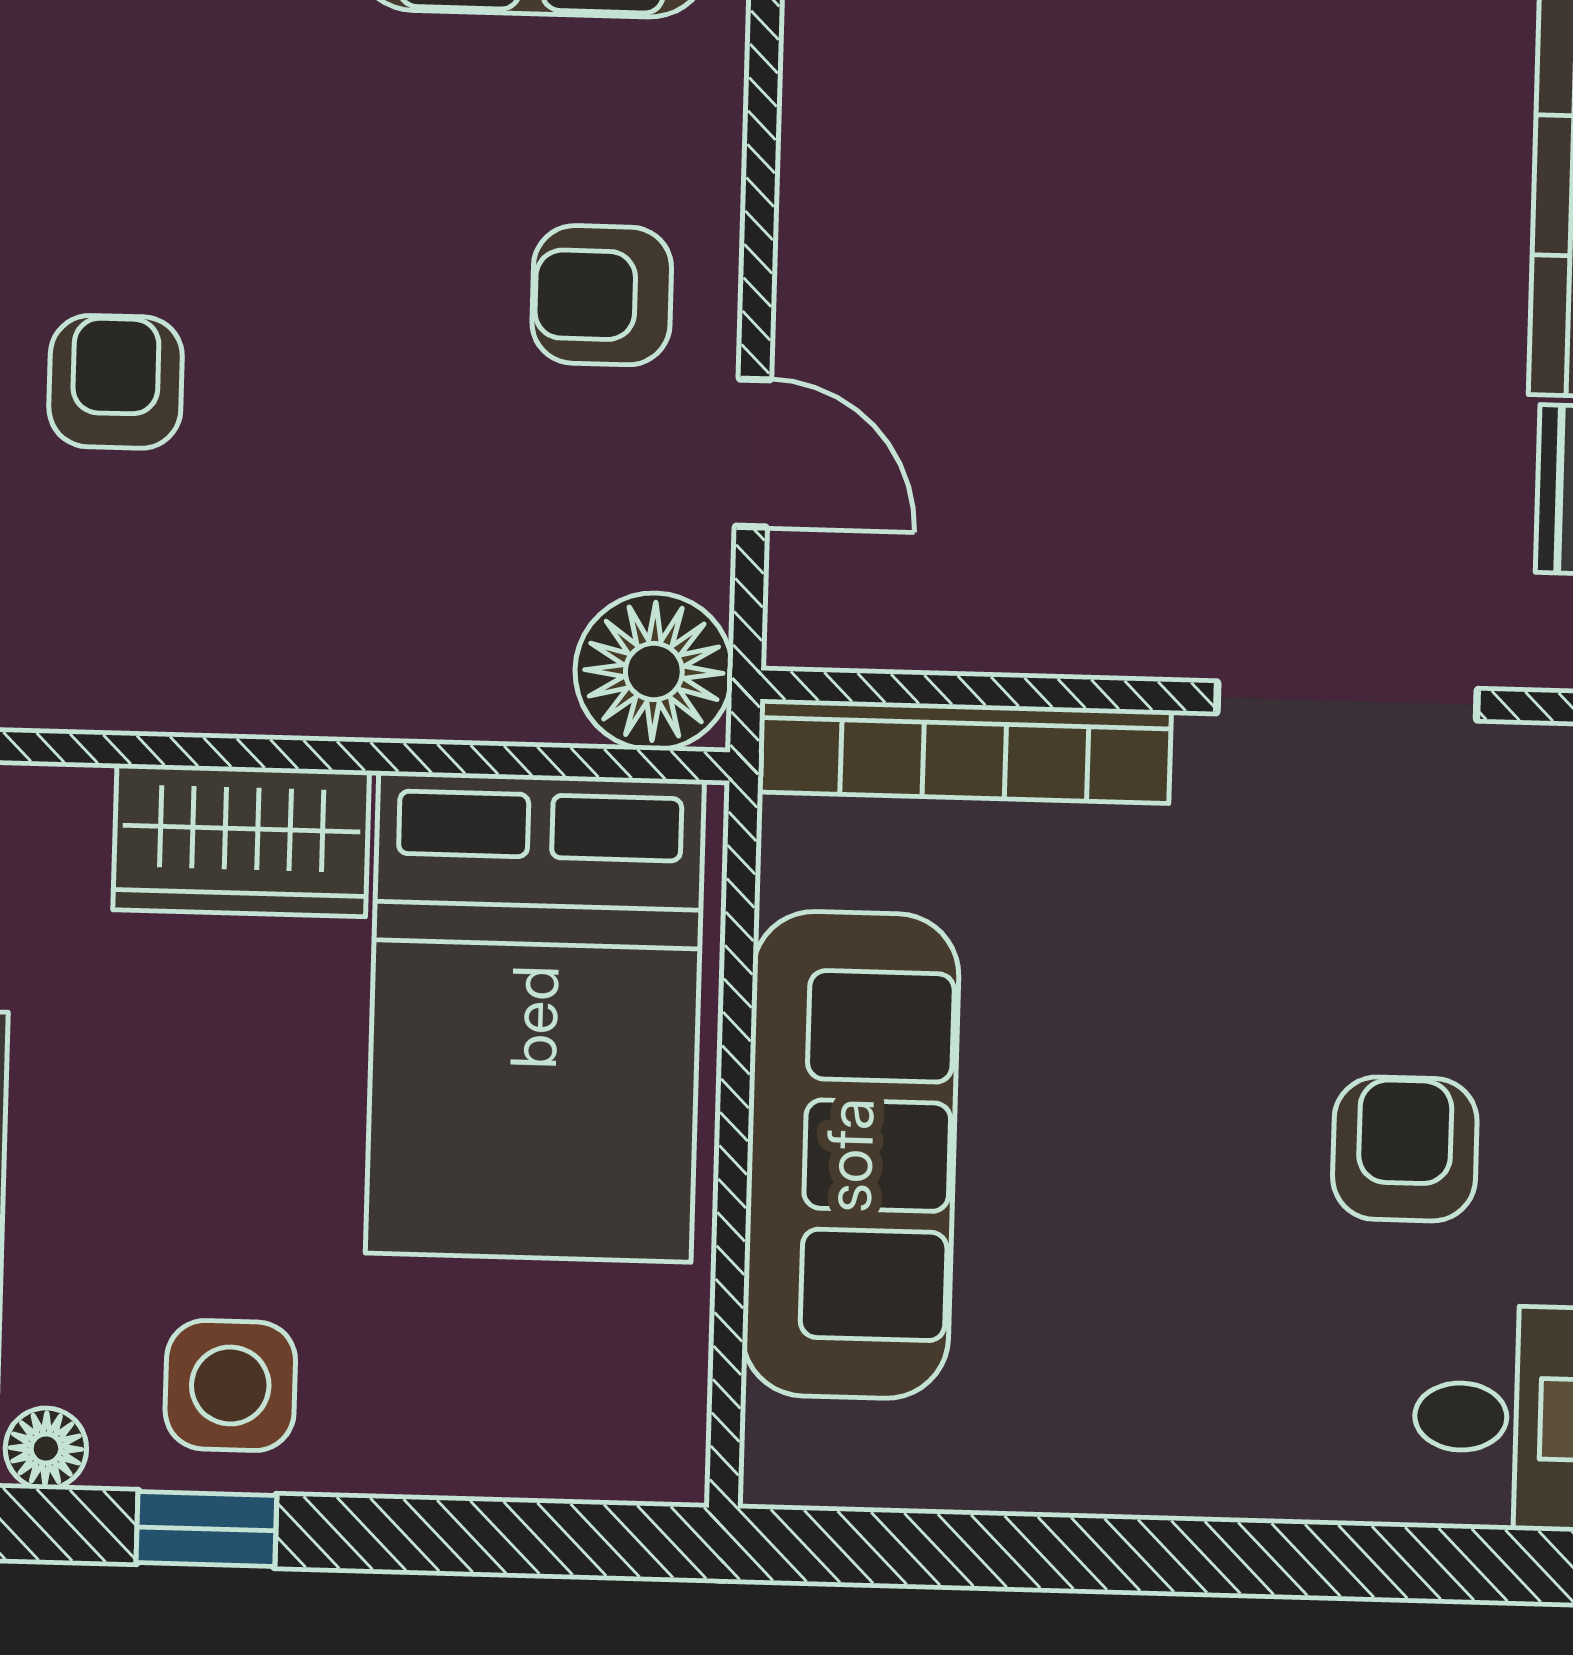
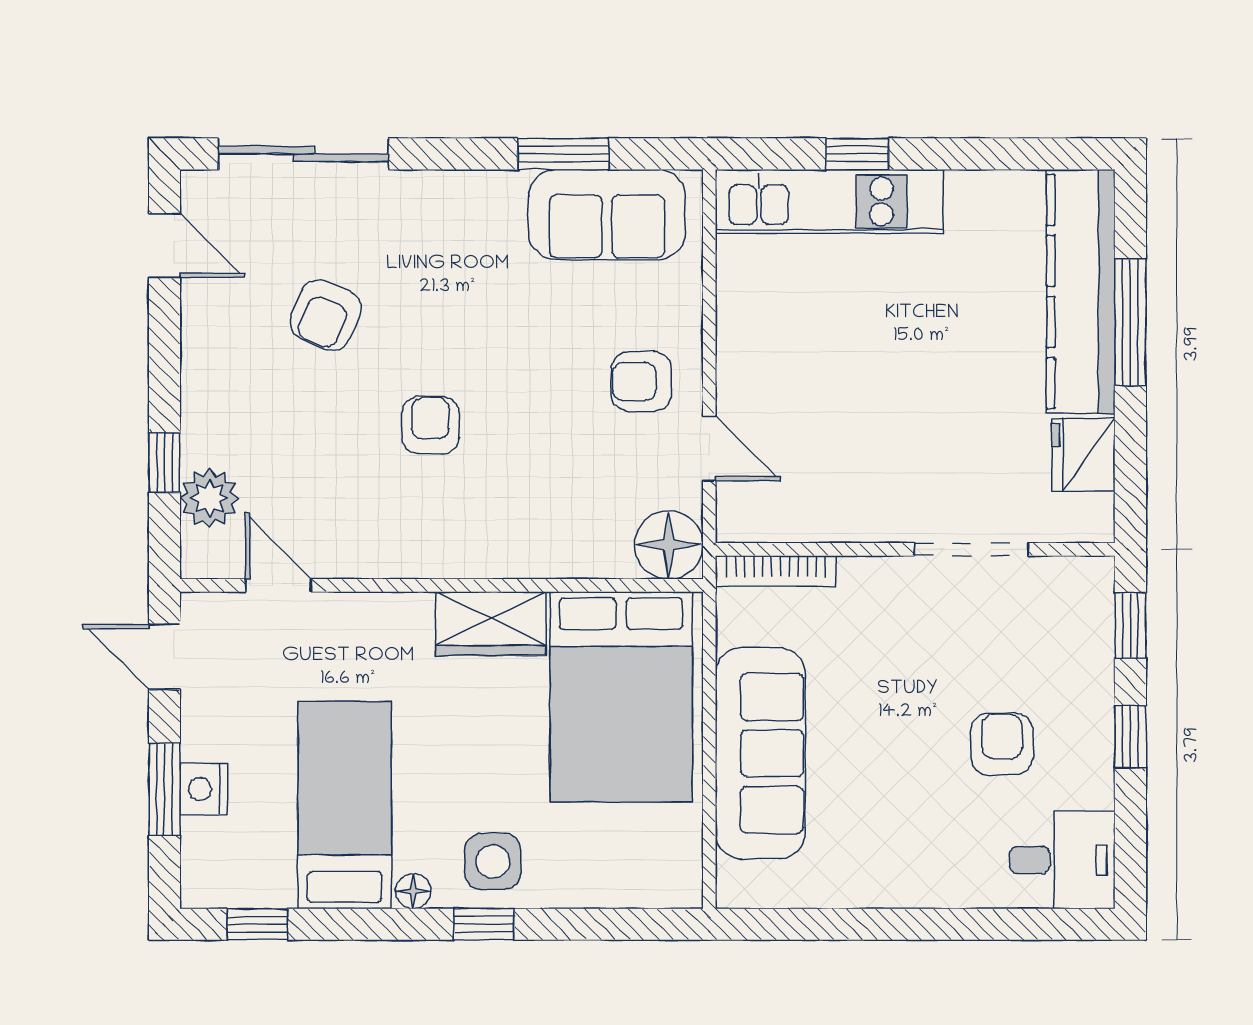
bookcase: (964, 751) -> (776, 571), width x0.68, depth x0.76

